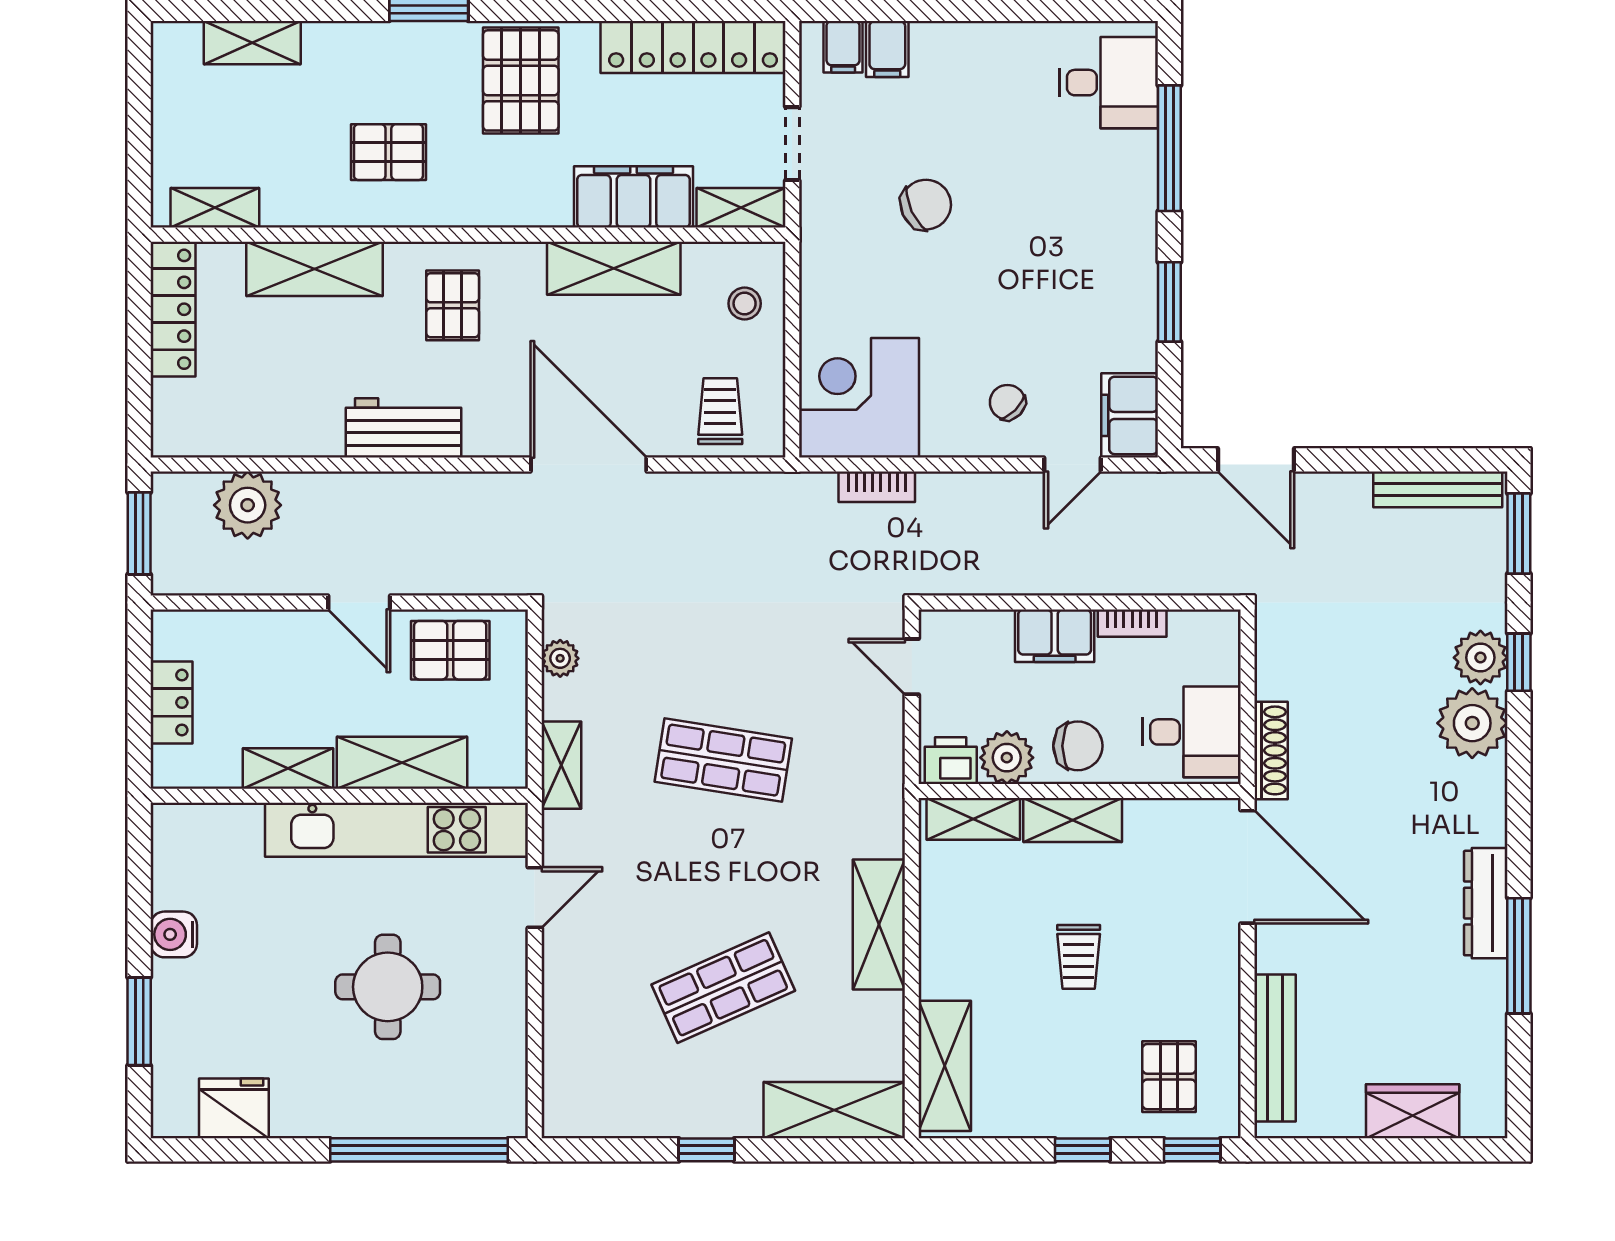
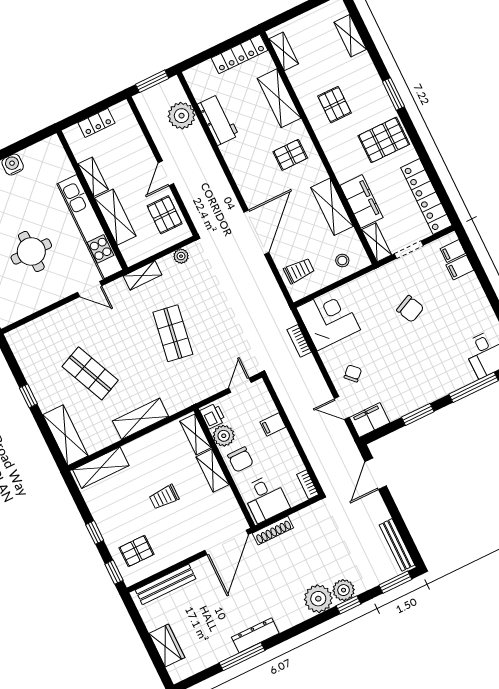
workbench: (404, 428) -> (218, 120), moved
bookcase: (1132, 623) -> (308, 484), moved
filing cabinet: (1055, 636) -> (273, 425), width x0.50

